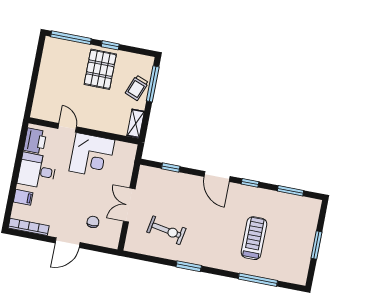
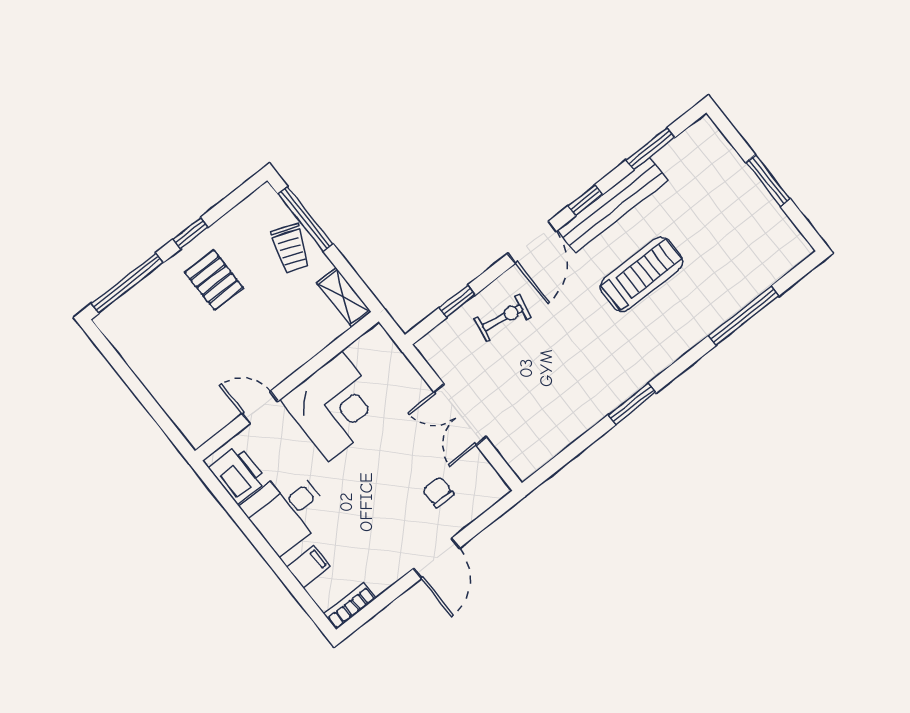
pallet: (100, 69) -> (214, 280), width x0.67, depth x0.71
door: (217, 176) -> (532, 242), hinge flipped
bench: (257, 195) -> (613, 205), added
bookcase: (29, 227) -> (350, 606), width x0.64
exercise bike: (166, 230) -> (503, 318), moved, width x0.73, depth x0.72
treadmill: (254, 238) -> (641, 274), moved, turned 90

